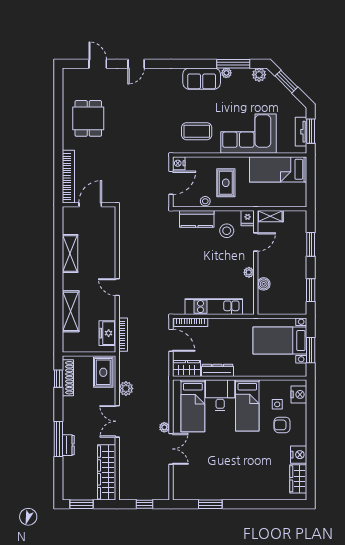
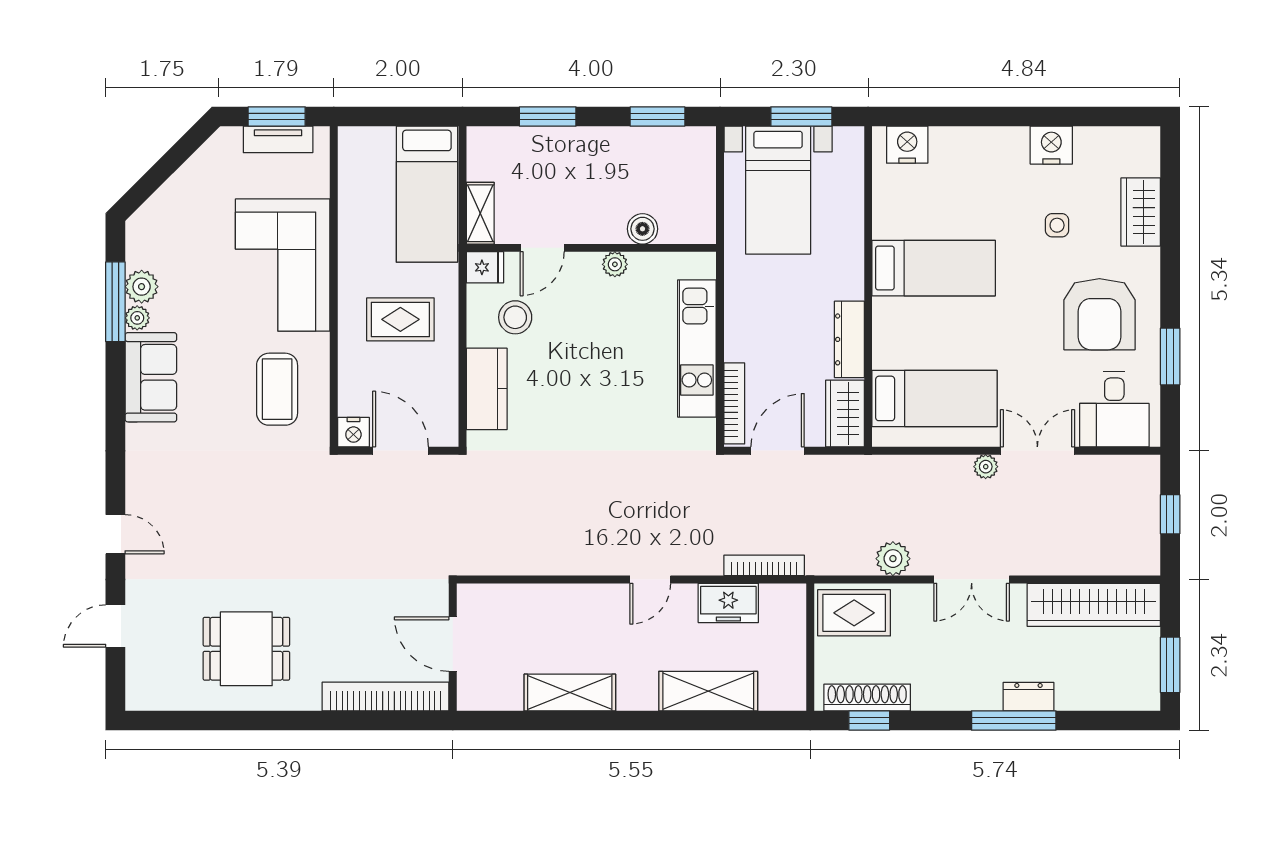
plant: (259, 75) -> (142, 287), moved
window: (286, 82) -> (158, 174), removed
bed: (278, 169) -> (427, 194), moved
stool: (205, 201) -> (445, 369), removed
door: (256, 242) -> (542, 248), swing flipped
freezer: (107, 333) -> (728, 603), moved
desk: (220, 395) -> (1114, 409), moved, turned -90
side table: (277, 404) -> (1057, 225), moved
armchair: (282, 425) -> (1099, 314), moved, width x1.88, depth x1.88
wardrobe: (298, 479) -> (1141, 212), moved, turned 90

